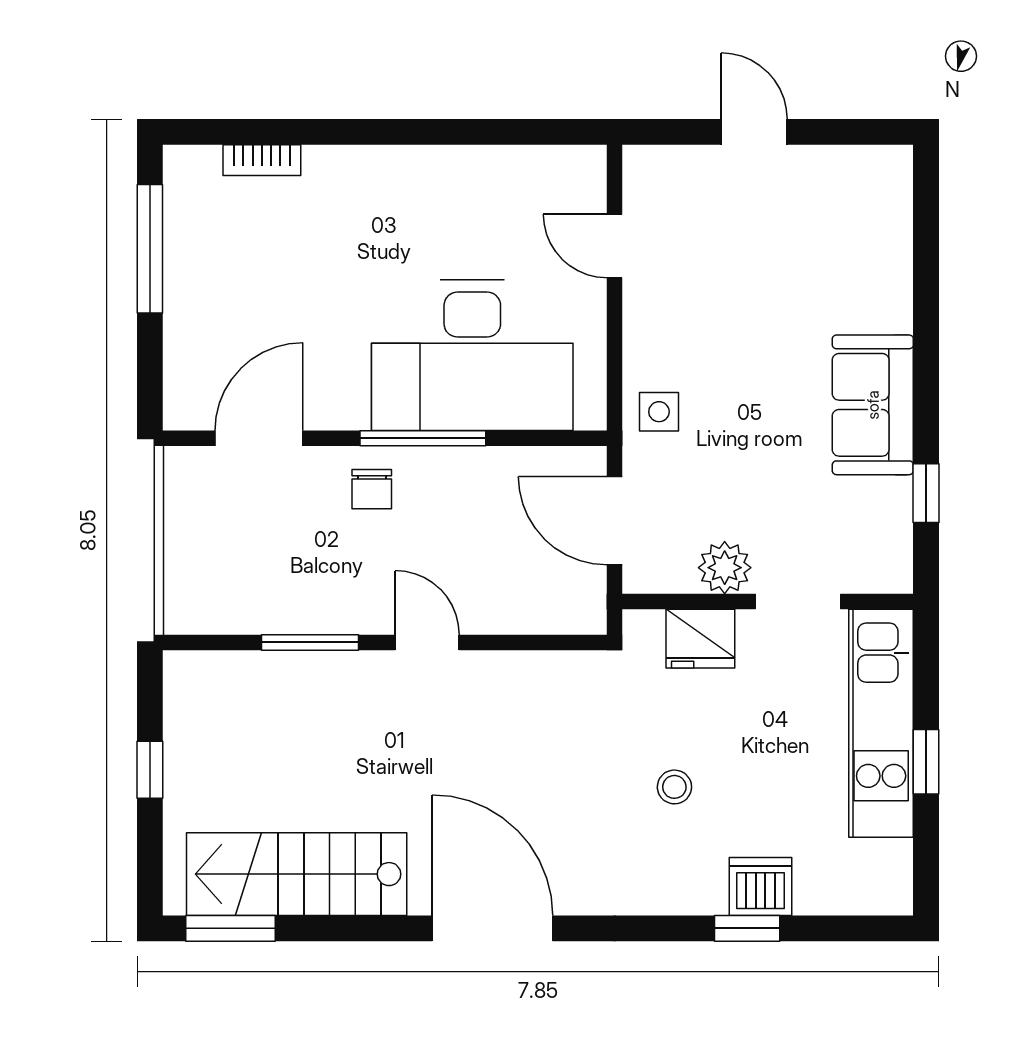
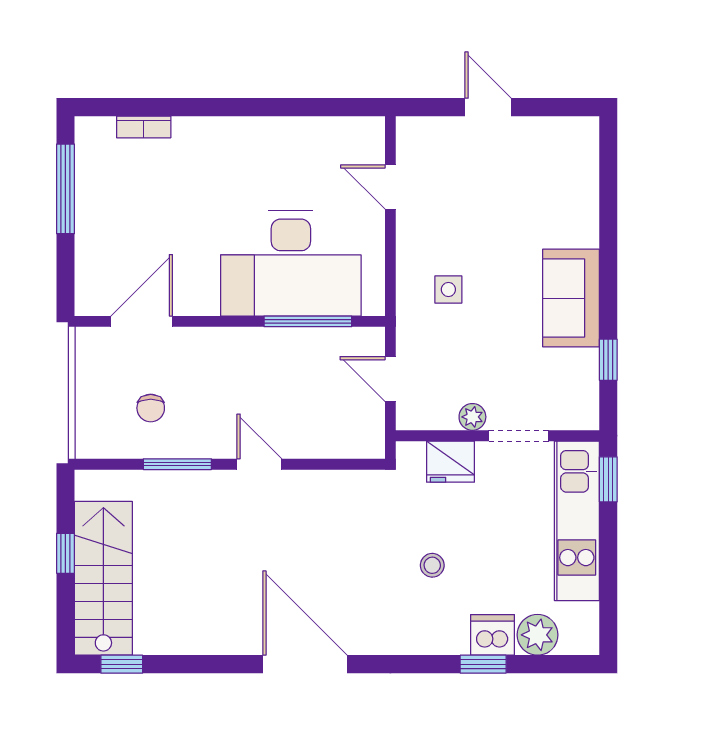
side table: (659, 412) -> (448, 290), moved
window: (423, 438) -> (308, 321), moved
chair: (372, 489) -> (151, 408), moved
door: (615, 521) -> (390, 379), width x0.73
plant: (725, 568) -> (472, 417), width x0.73, depth x0.73
window: (926, 762) -> (608, 479), moved
stairs: (297, 874) -> (103, 578), moved, turned 90
plant: (825, 886) -> (538, 635), added
window: (230, 928) -> (122, 664), width x0.67

